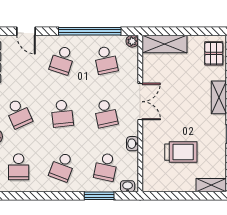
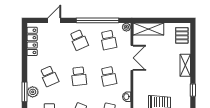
door: (26, 31) -> (54, 20), swing flipped
school desk: (62, 60) -> (79, 40), turned -42
double door: (140, 102) -> (132, 58), moved

